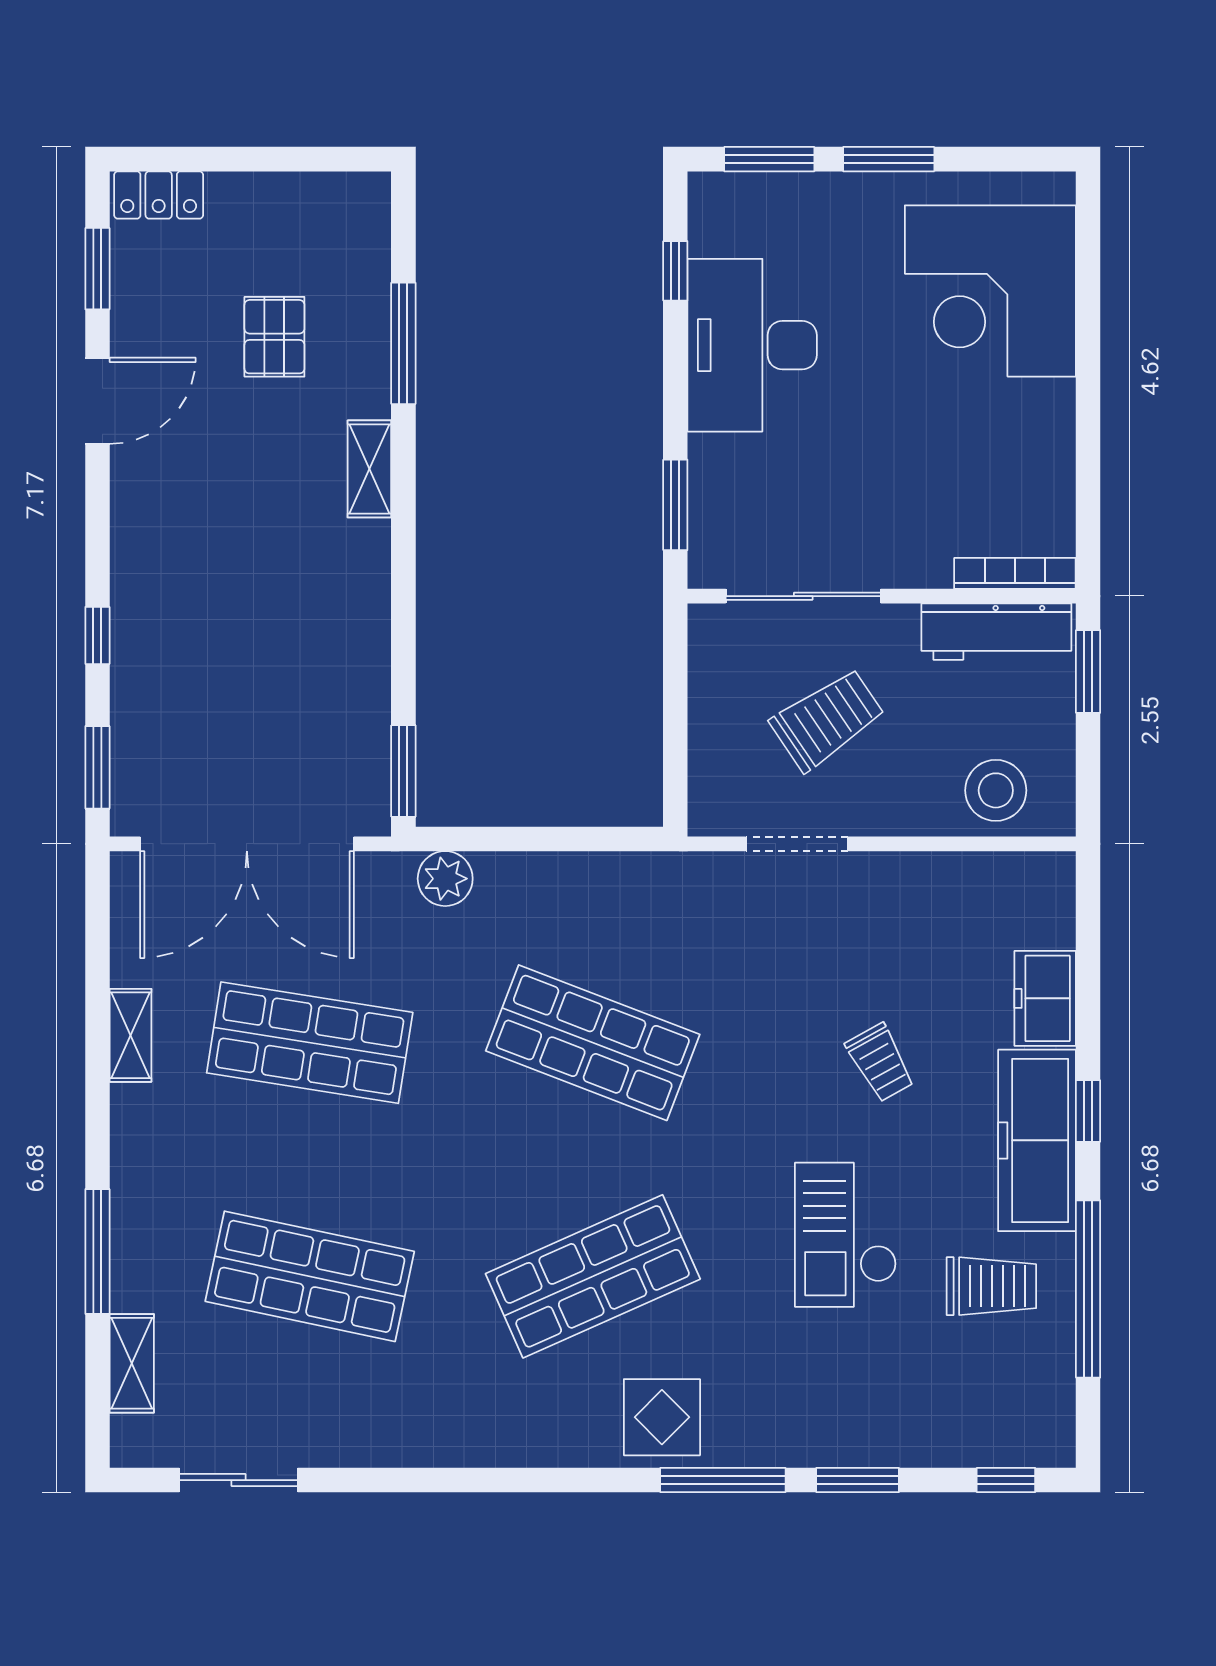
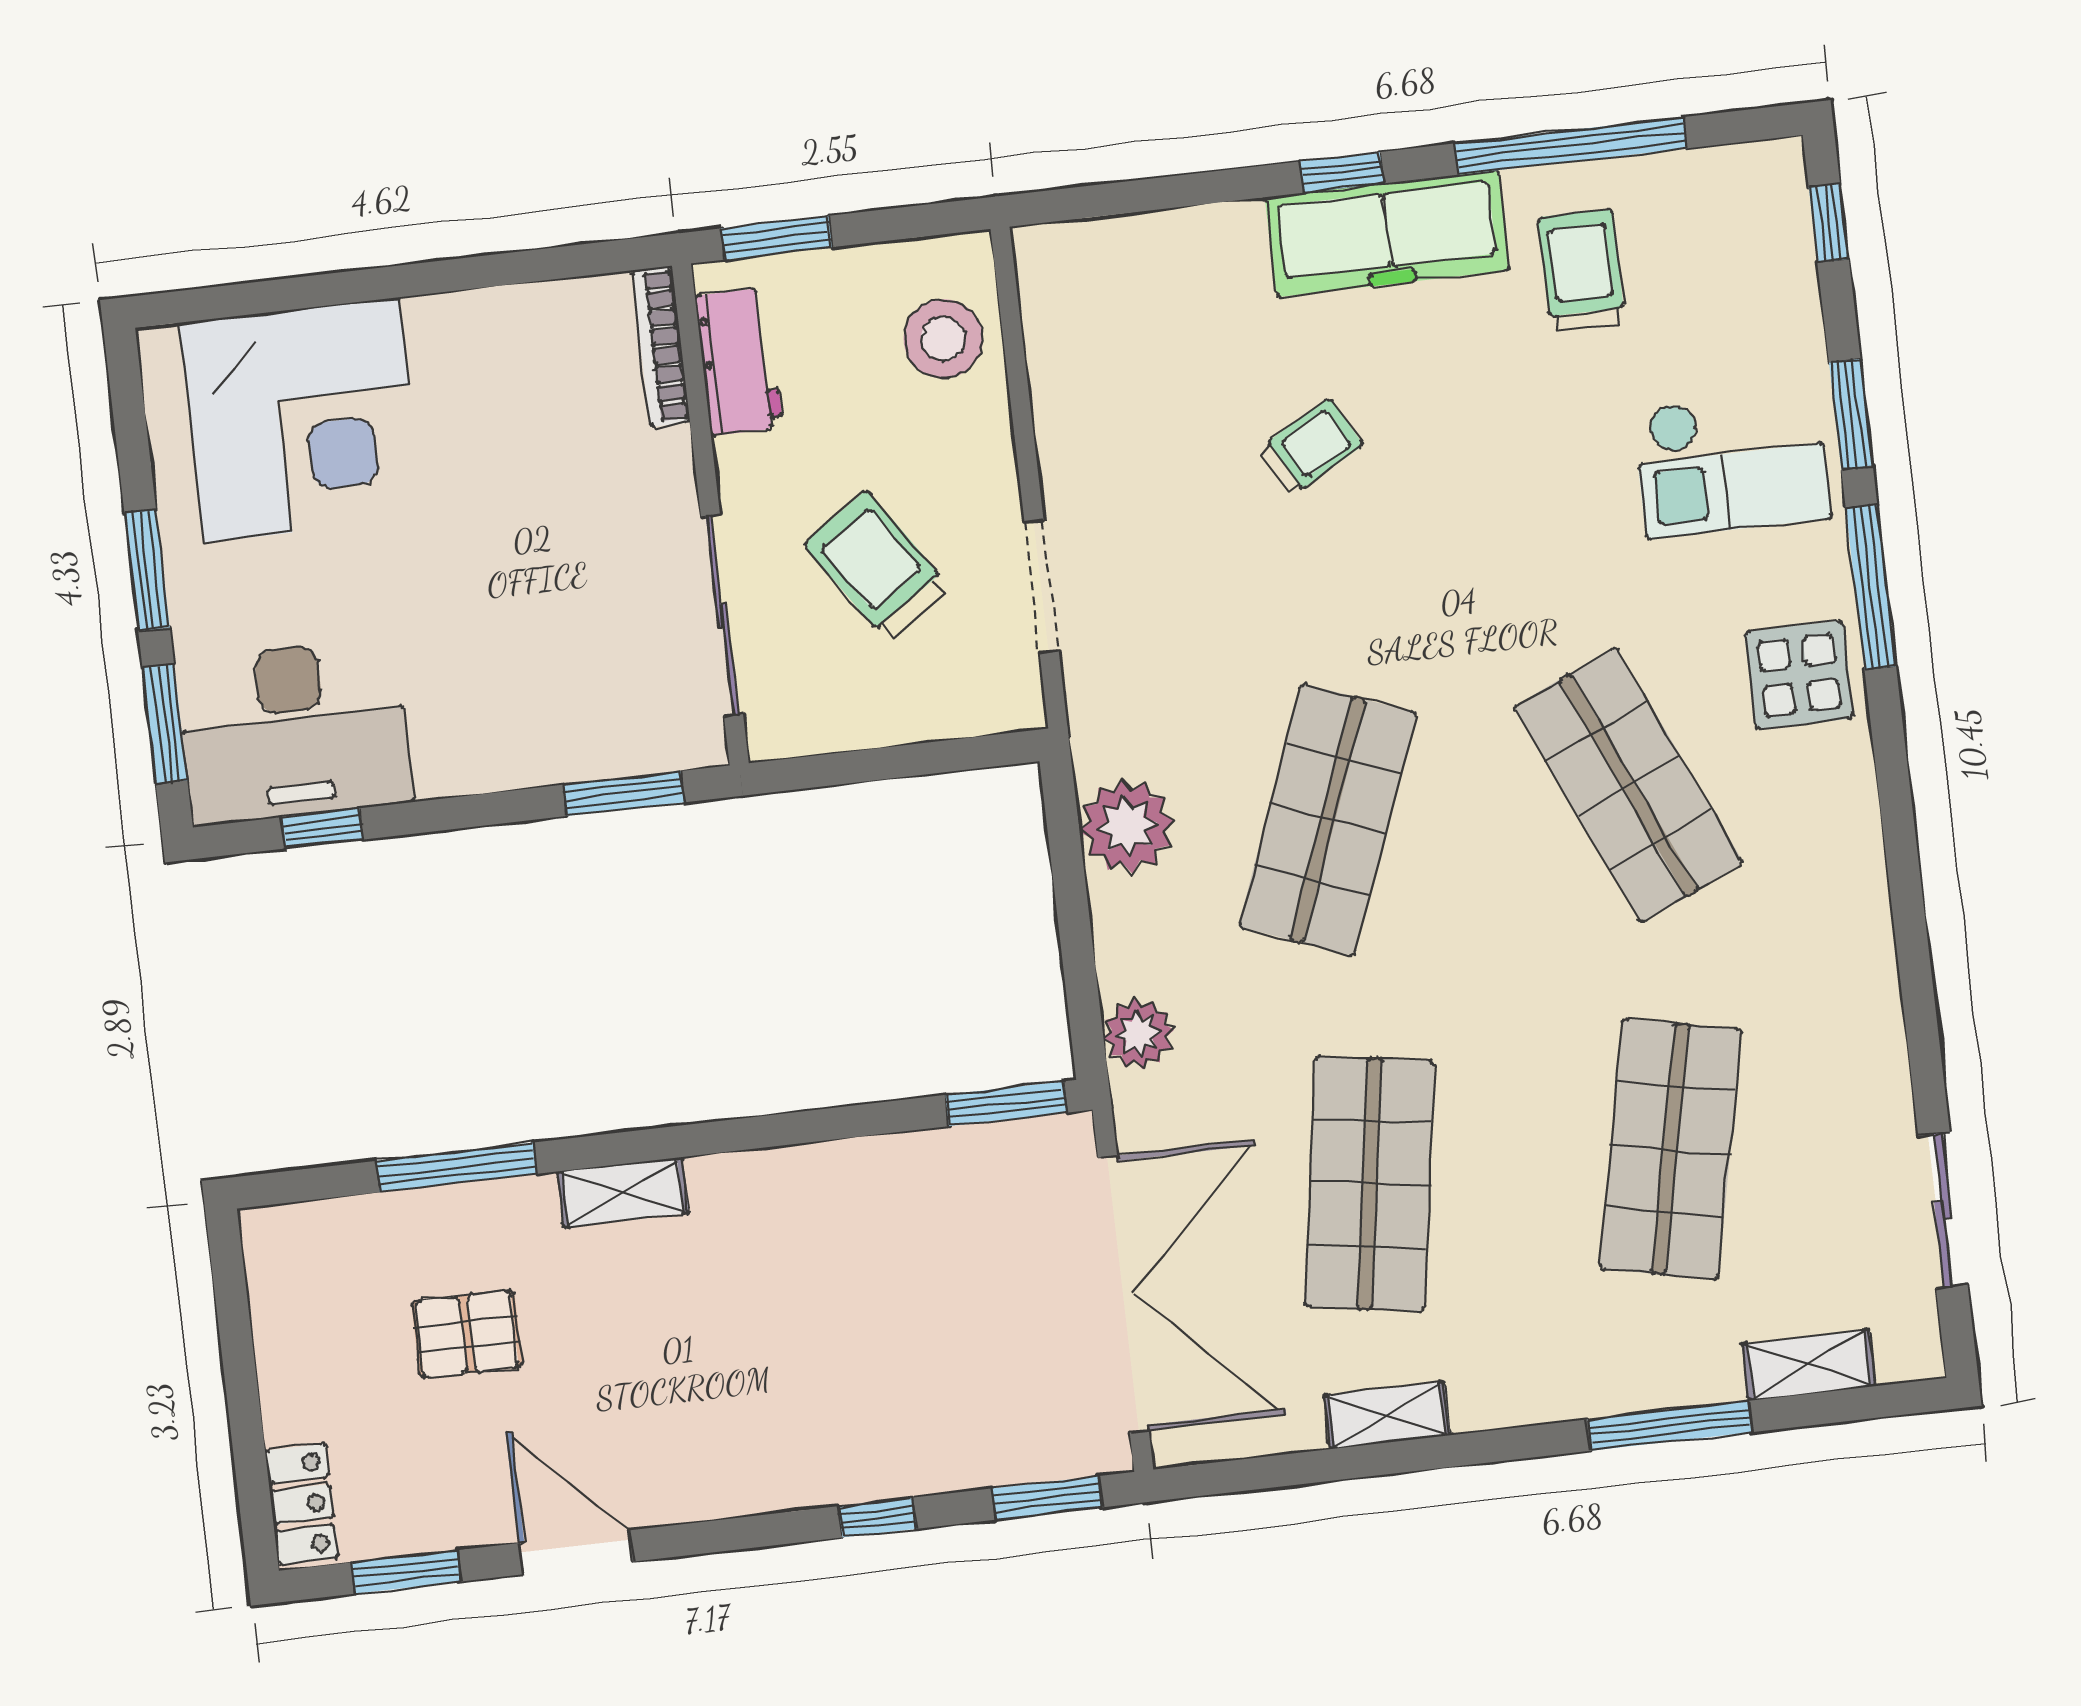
desk: (752, 345) -> (294, 732), moved
workbench: (996, 632) -> (739, 362), width x0.73
plant: (606, 888) -> (1127, 826), added
freezer: (1045, 998) -> (1203, 244), removed
checkout: (846, 1235) -> (1732, 464), moved

